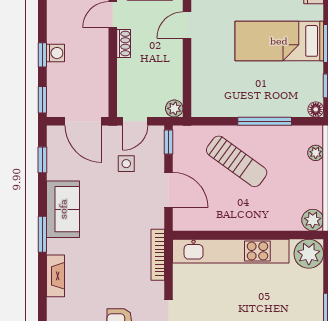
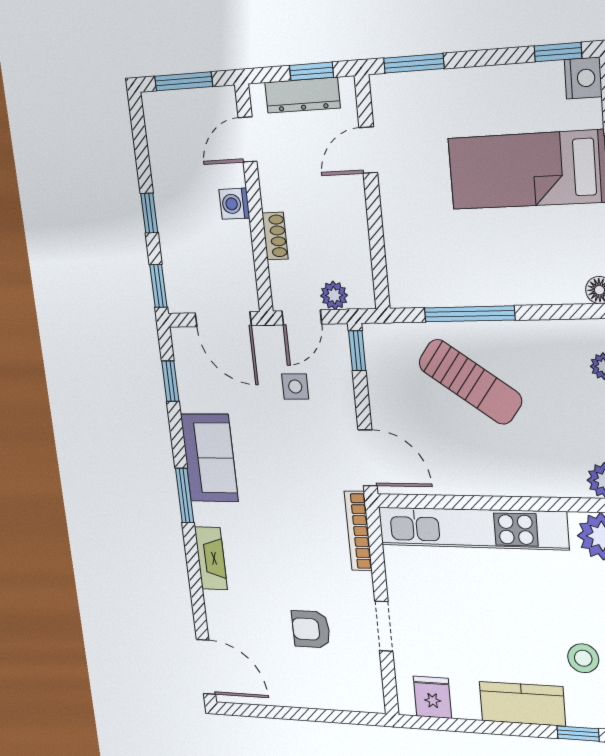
shoe rack: (124, 44) -> (275, 236), moved
washing machine: (55, 53) -> (234, 204), moved, turned 180
plant: (174, 108) -> (334, 295), moved
window: (265, 121) -> (470, 314), moved
door: (168, 190) -> (368, 458), moved

